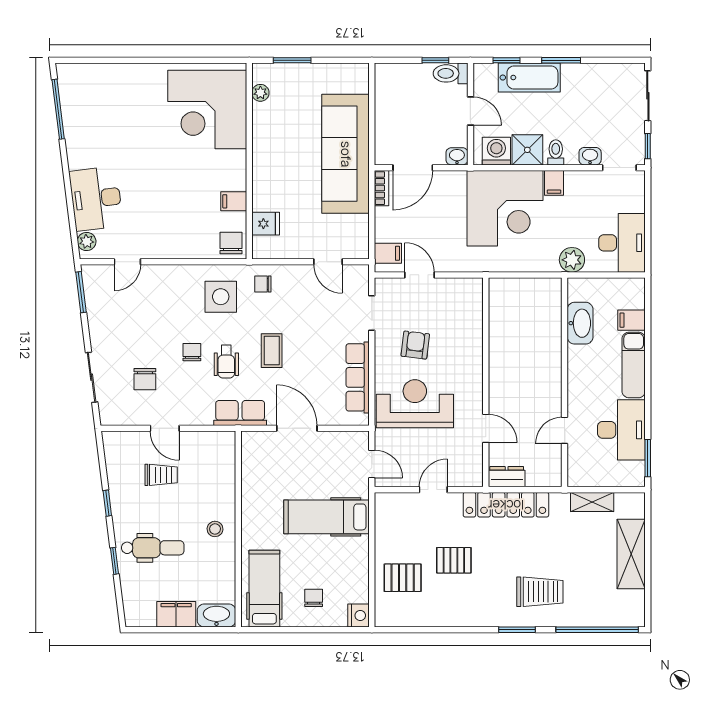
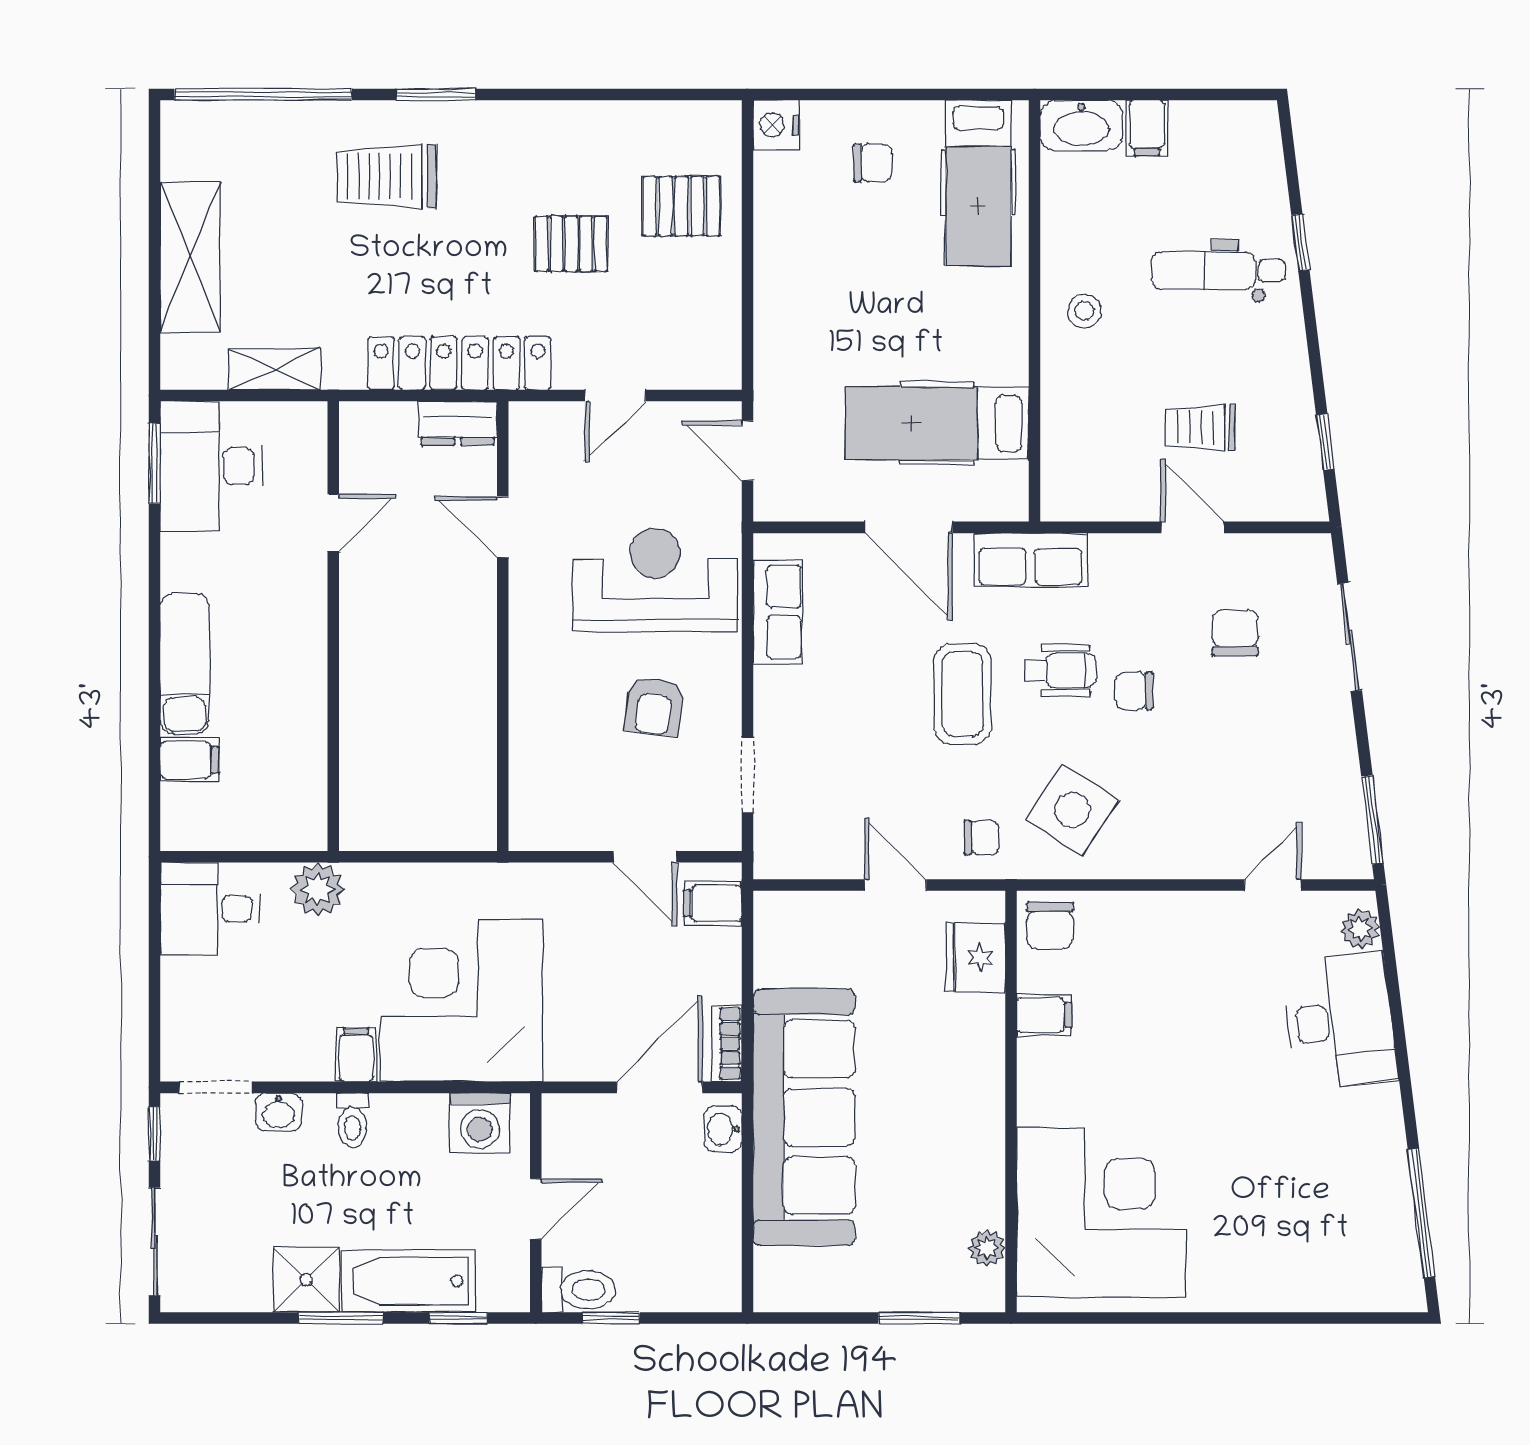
door: (470, 111) -> (536, 1209), swing flipped
shower: (527, 150) -> (306, 1280), moved
washbasin: (457, 156) -> (723, 1129), moved, turned 90
fridge: (266, 224) -> (976, 958), width x1.38
desk: (622, 243) -> (210, 909), width x0.73
door: (328, 262) -> (896, 885), moved
side table: (221, 297) -> (1072, 810), turned 33
washbasin: (580, 323) -> (300, 753), removed
coffee table: (272, 351) -> (963, 694), width x1.36, depth x1.30
chair: (192, 352) -> (1134, 691), turned 90
wheelchair: (226, 362) -> (1060, 671), turned 90
row of seats: (358, 377) -> (778, 612), width x0.68
reception desk: (415, 404) -> (655, 580), turned 180
desk: (621, 430) -> (211, 466), moved
window: (107, 503) -> (1325, 442), moved
hospital bed: (327, 517) -> (937, 424), moved, turned 180
chair: (314, 598) -> (873, 163), turned -90
filing cabinet: (176, 614) -> (1147, 128), width x0.50

